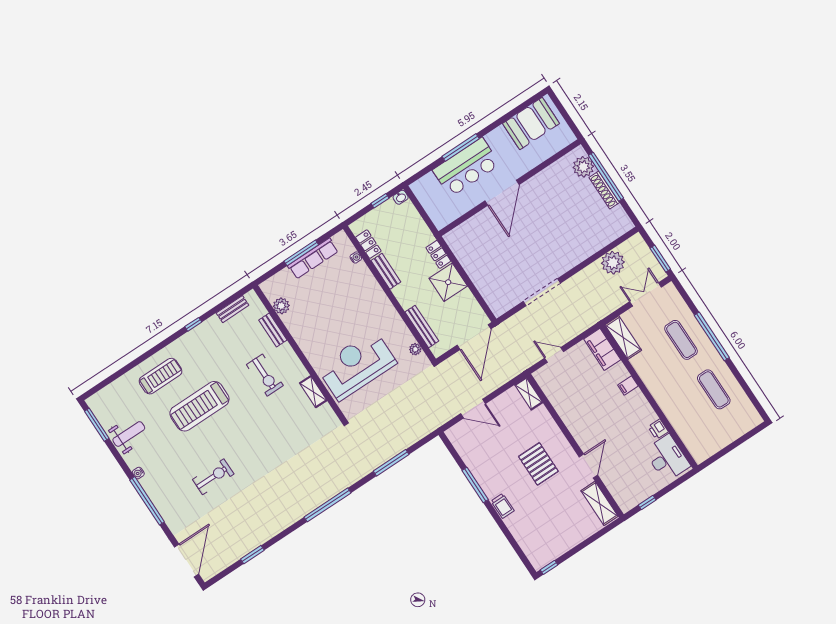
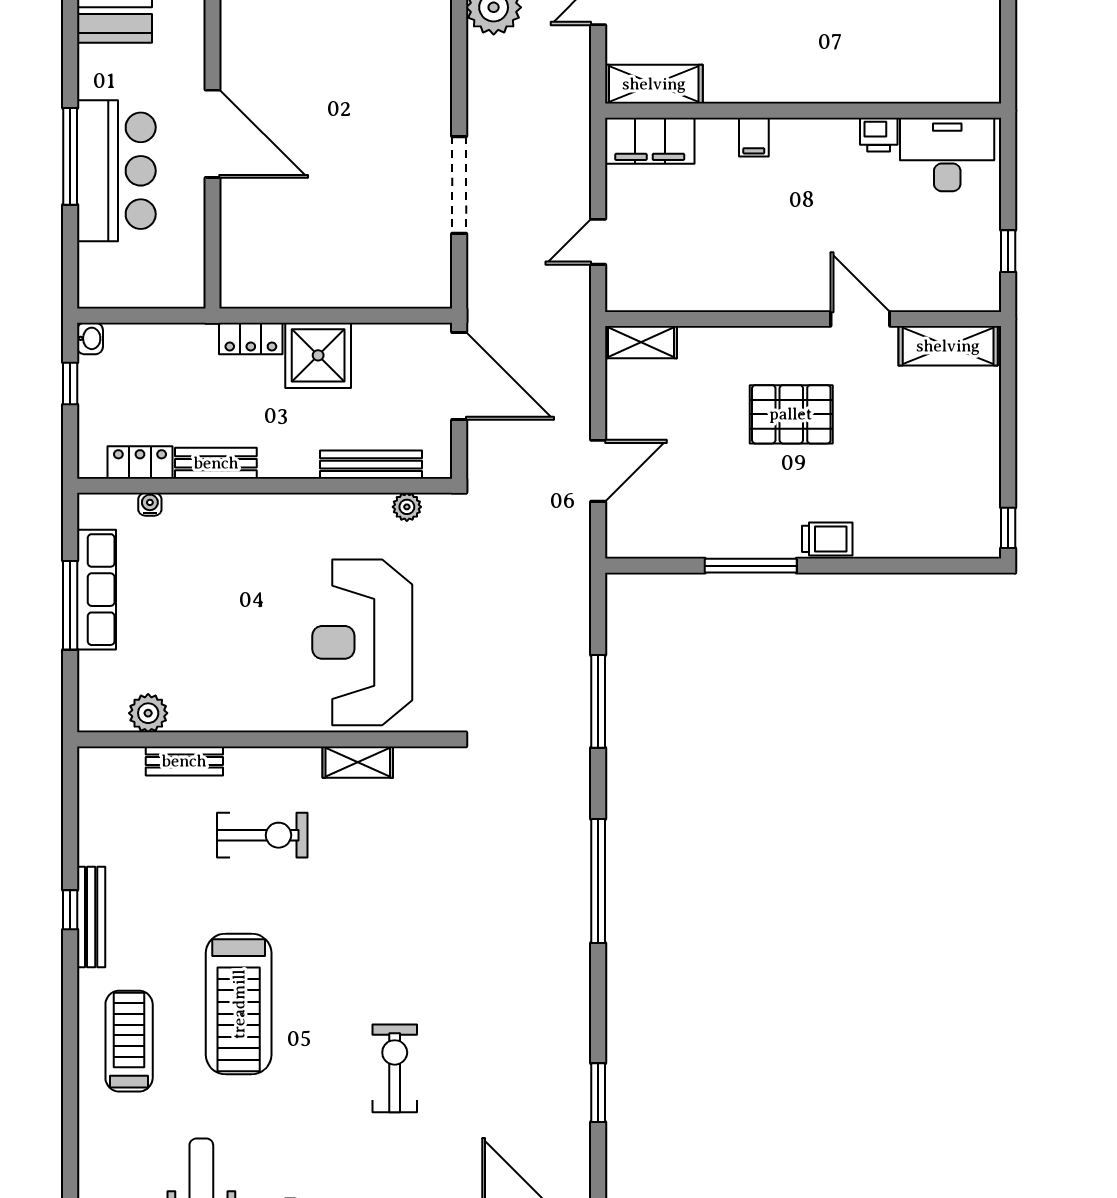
bench: (233, 309) -> (91, 917), moved, width x1.36

